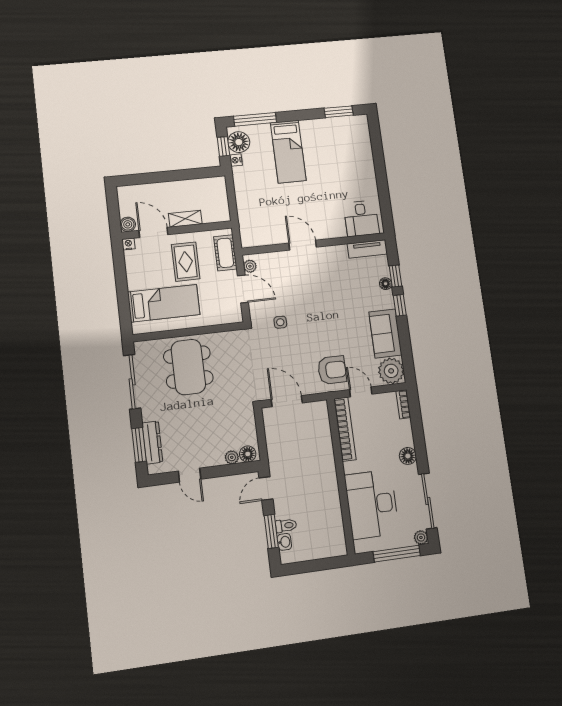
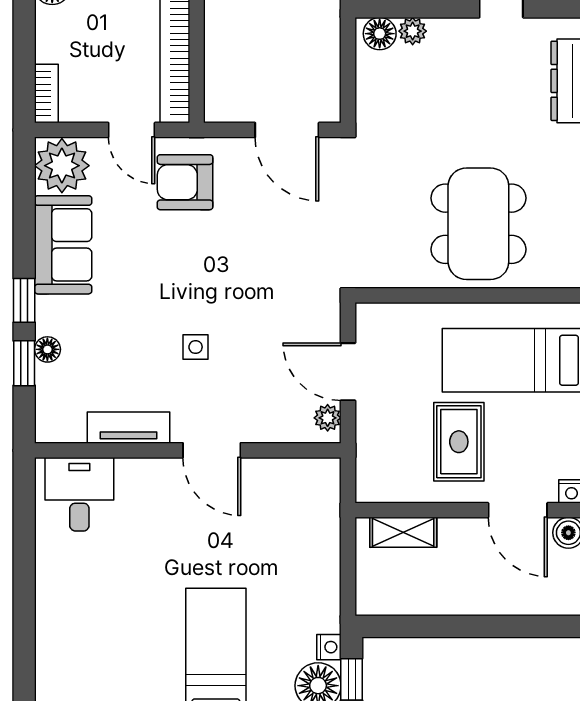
shelving: (185, 219) -> (403, 532), moved
tv unit: (367, 249) -> (128, 428), moved
cot: (225, 253) -> (375, 451), removed
side table: (280, 322) -> (196, 347), moved

